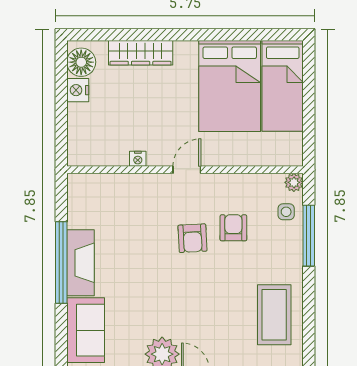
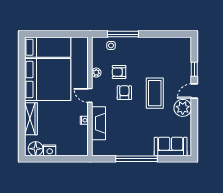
bed: (230, 86) -> (48, 80), width x1.36
plant: (294, 182) -> (96, 73), moved
armchair: (192, 238) -> (124, 93), turned -87
fireplace: (81, 263) -> (98, 123), moved, turned 90
coffee table: (274, 315) -> (155, 93), moved, turned 90

